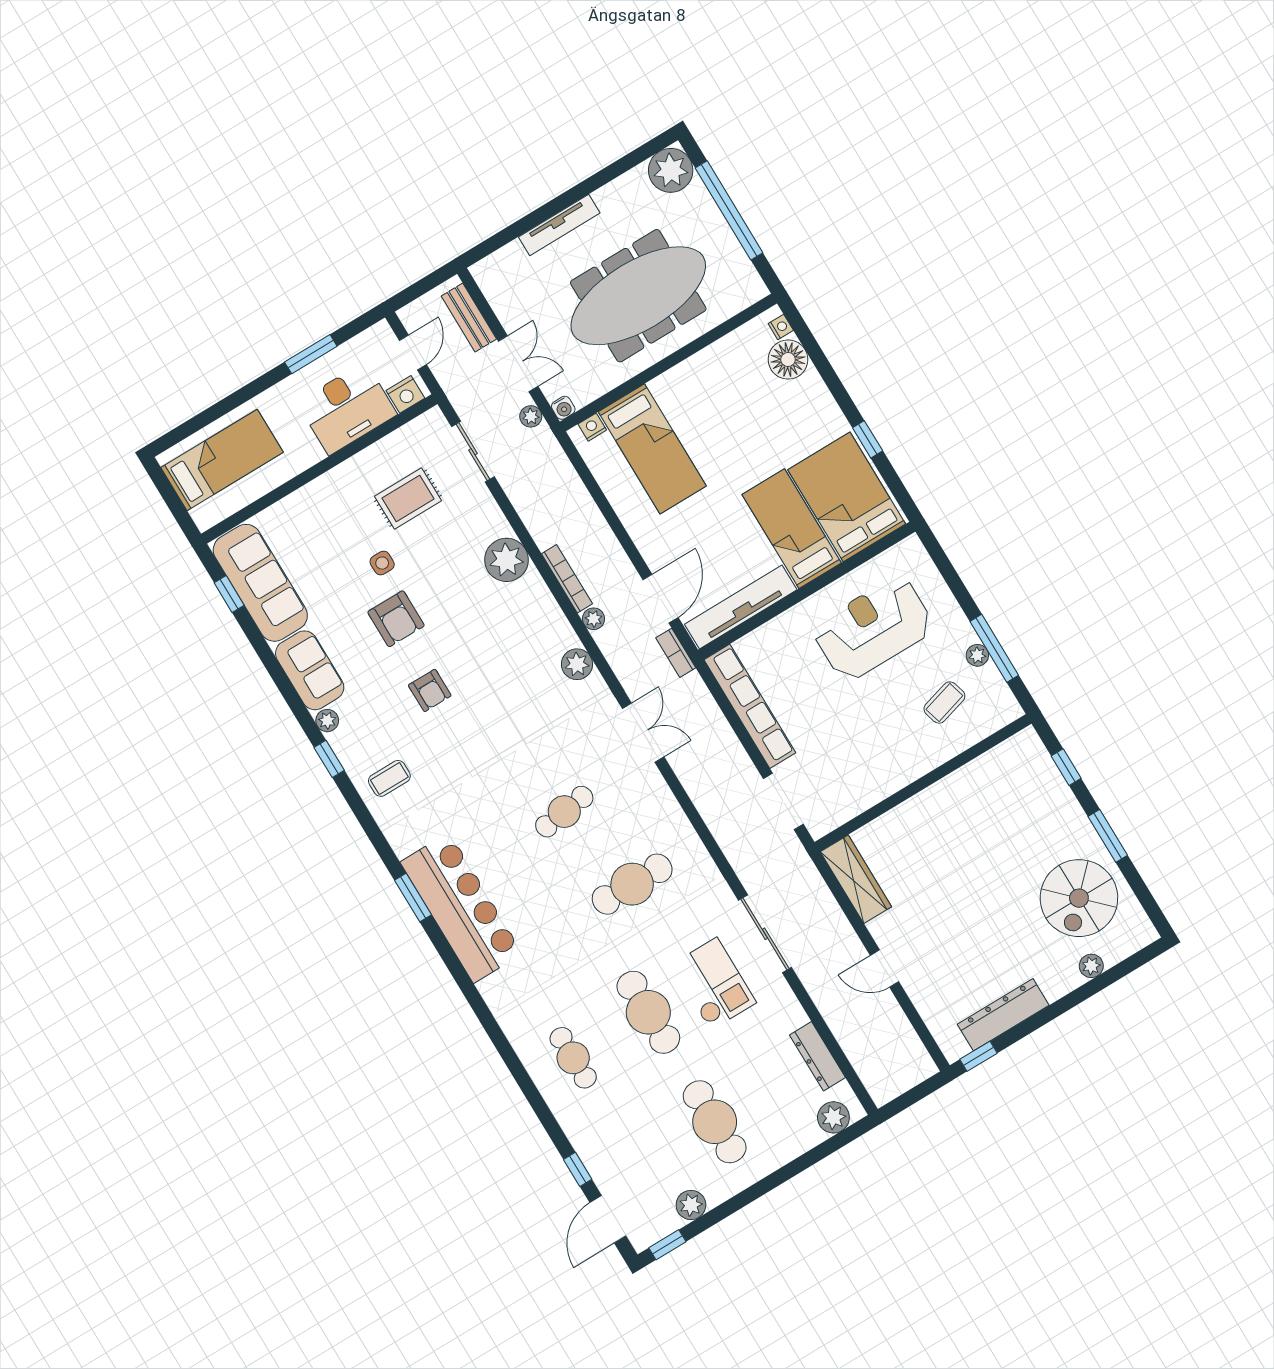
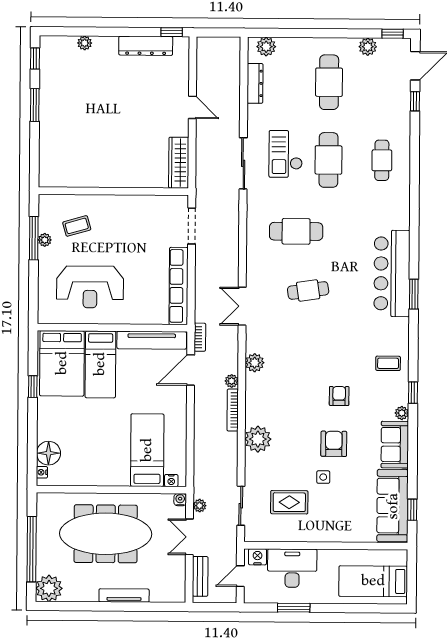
window: (1066, 767) -> (35, 58), moved
spiral stairs: (1079, 898) -> (69, 82), removed

